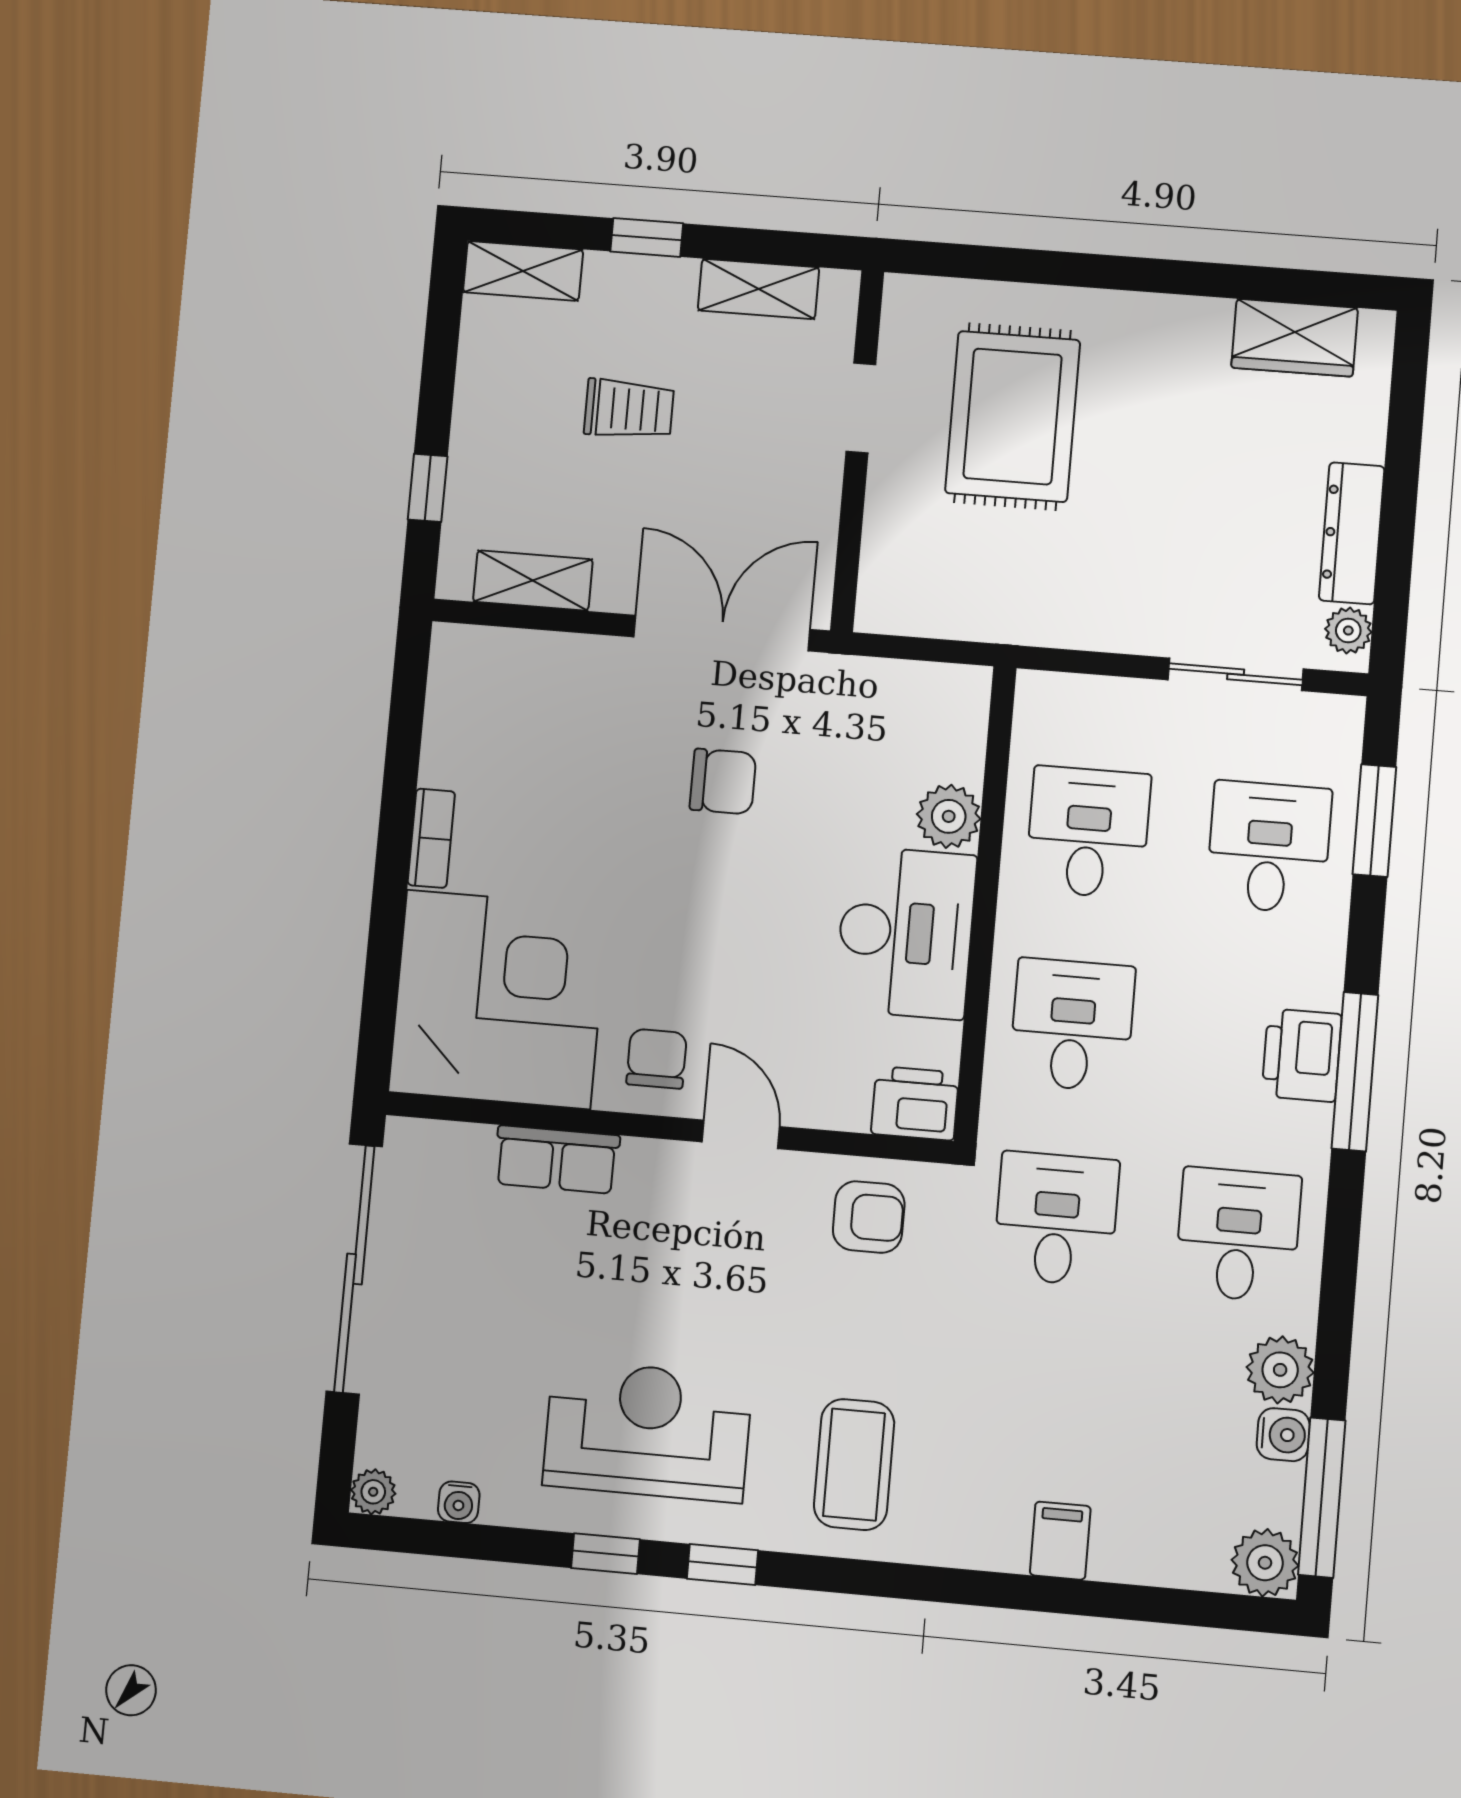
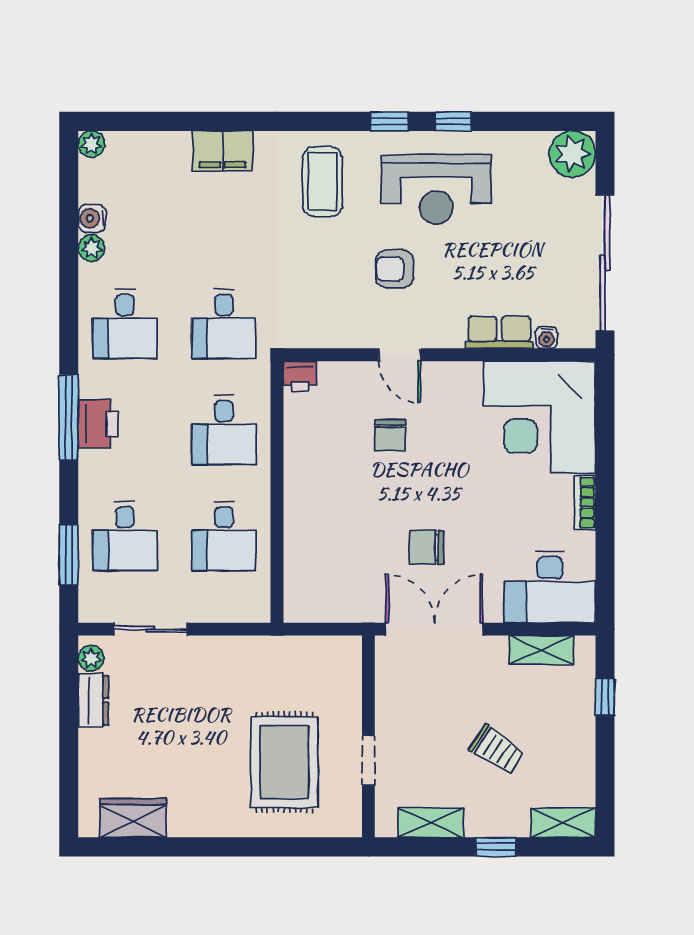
trolley: (629, 409) -> (497, 750), turned -147
dresser: (1352, 533) -> (93, 700), width x0.70
double door: (722, 633) -> (434, 629), swing flipped
plant: (949, 816) -> (301, 538), removed
desk: (906, 933) -> (550, 587), moved, turned -90
chair: (657, 1059) -> (390, 435), moved
printer: (915, 1103) -> (300, 376), width x0.73, depth x0.81
armchair: (869, 1217) -> (395, 269), moved
plant: (1280, 1370) -> (92, 248), width x0.73, depth x0.73
plant: (373, 1492) -> (572, 154), width x1.88, depth x1.88
window: (1322, 1498) -> (69, 187), removed
water cooler: (459, 1502) -> (546, 338), moved, turned 180
filing cabinet: (1060, 1541) -> (222, 151), width x2.00
plant: (1265, 1563) -> (91, 144), width x0.73, depth x0.73

